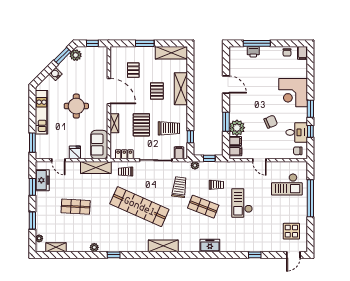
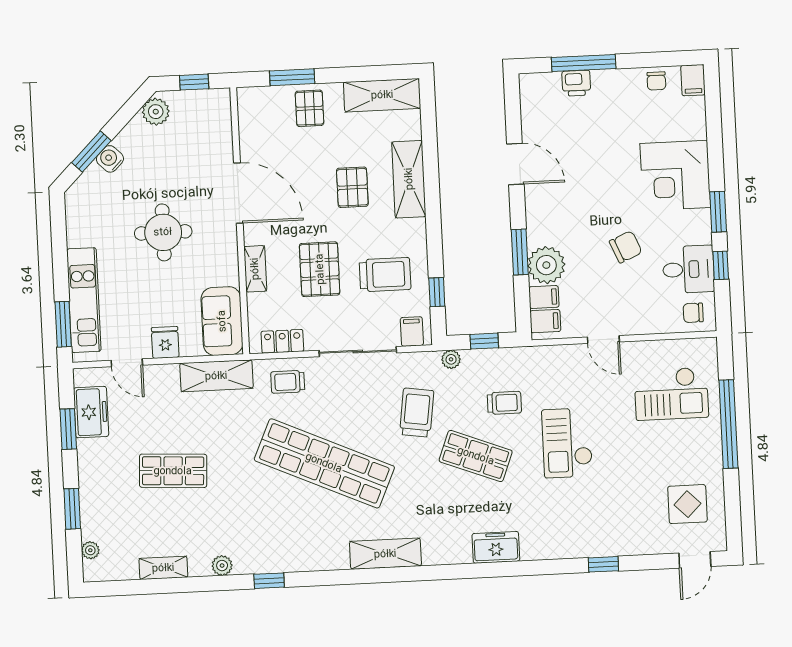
window: (145, 43) -> (292, 77), moved
window: (62, 56) -> (91, 152), moved
pallet: (133, 70) -> (310, 108), moved
kitchen unit: (42, 112) -> (84, 300), moved
shelving: (56, 247) -> (163, 568), moved

